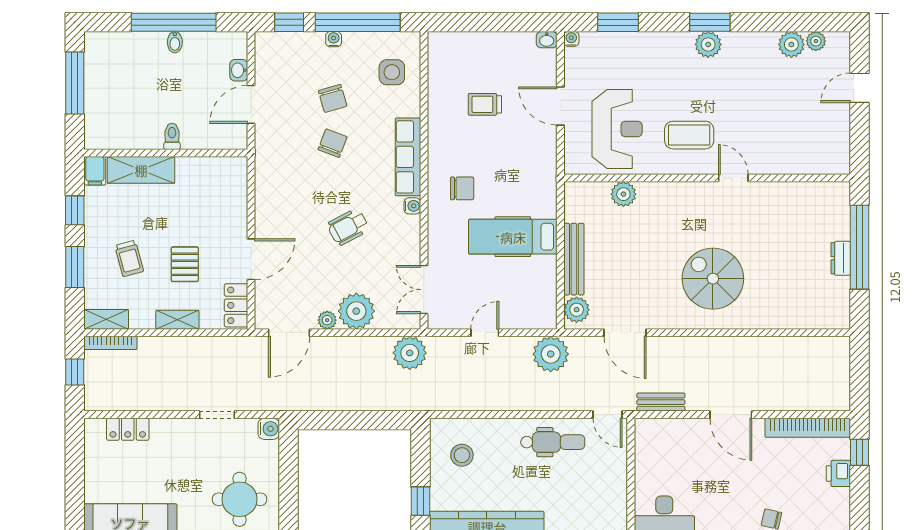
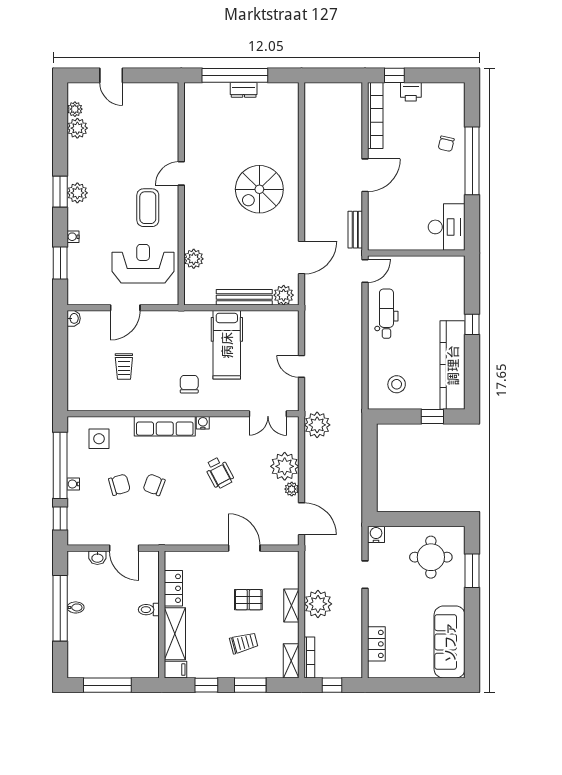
water cooler: (571, 39) -> (73, 237), moved
locker: (236, 305) -> (173, 588), moved, turned -90
plant: (551, 354) -> (318, 604), moved

